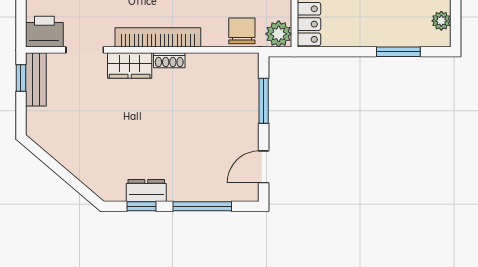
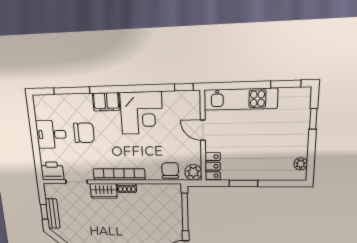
window: (398, 52) -> (243, 183), moved
window: (21, 78) -> (44, 212), moved
bench: (36, 79) -> (53, 214), moved
window: (264, 101) -> (185, 212), width x1.44

